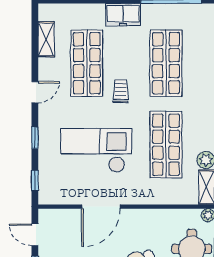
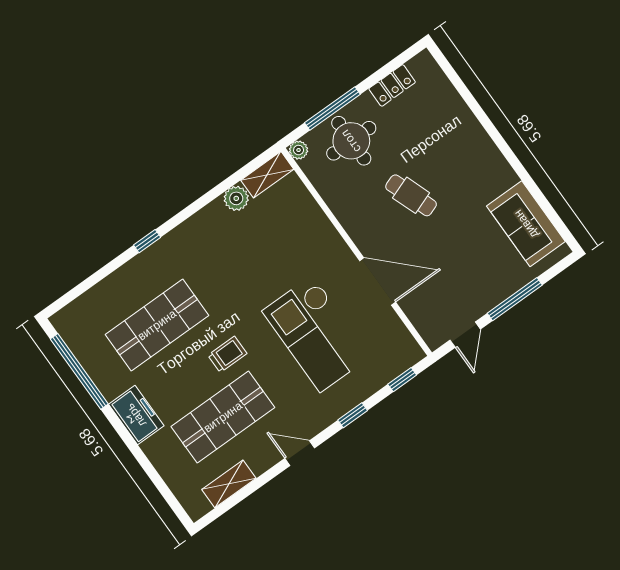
trolley: (121, 91) -> (227, 354), turned 180
shop shelf: (166, 145) -> (252, 257), removed

